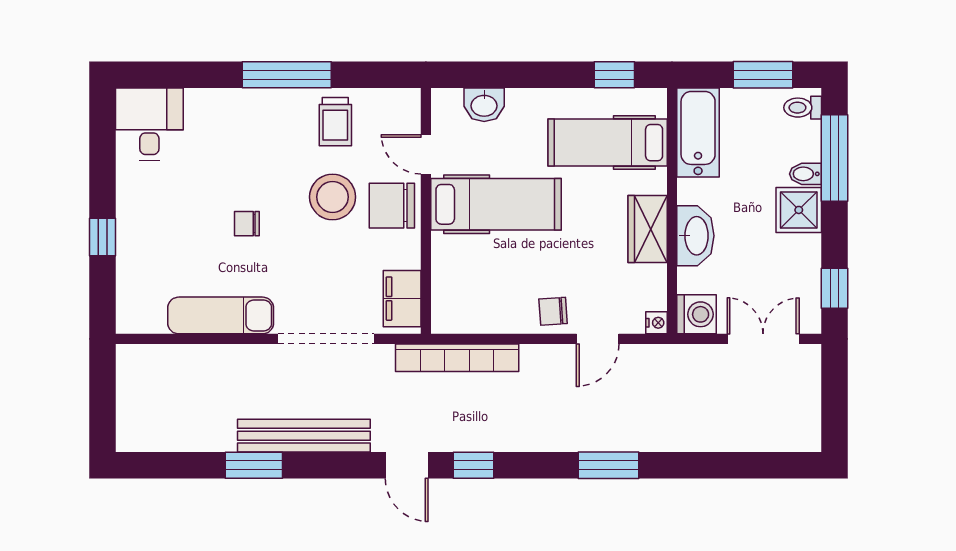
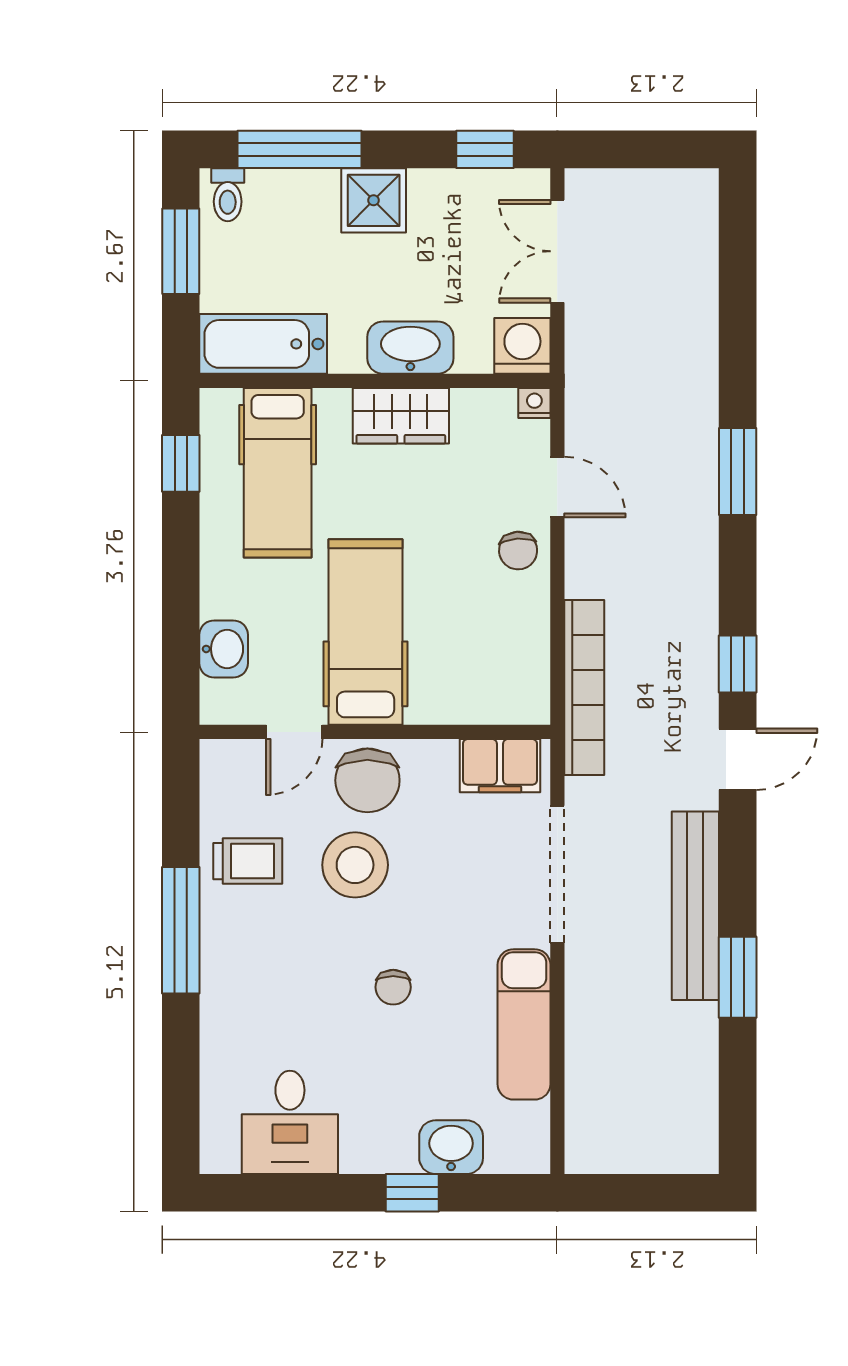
desk: (149, 124) -> (290, 1122), moved, turned -90
bidet: (805, 174) -> (322, 191), removed
washbasin: (135, 264) -> (451, 1147), added

